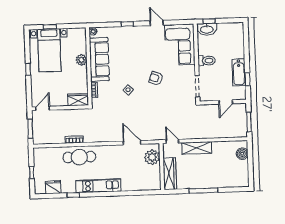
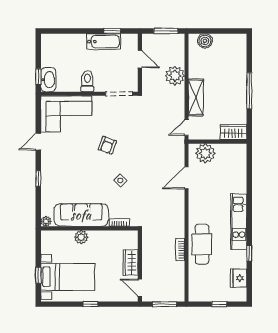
wardrobe: (78, 100) -> (131, 262), moved
plant: (213, 131) -> (175, 76), added
wardrobe: (170, 174) -> (233, 132), width x0.67

